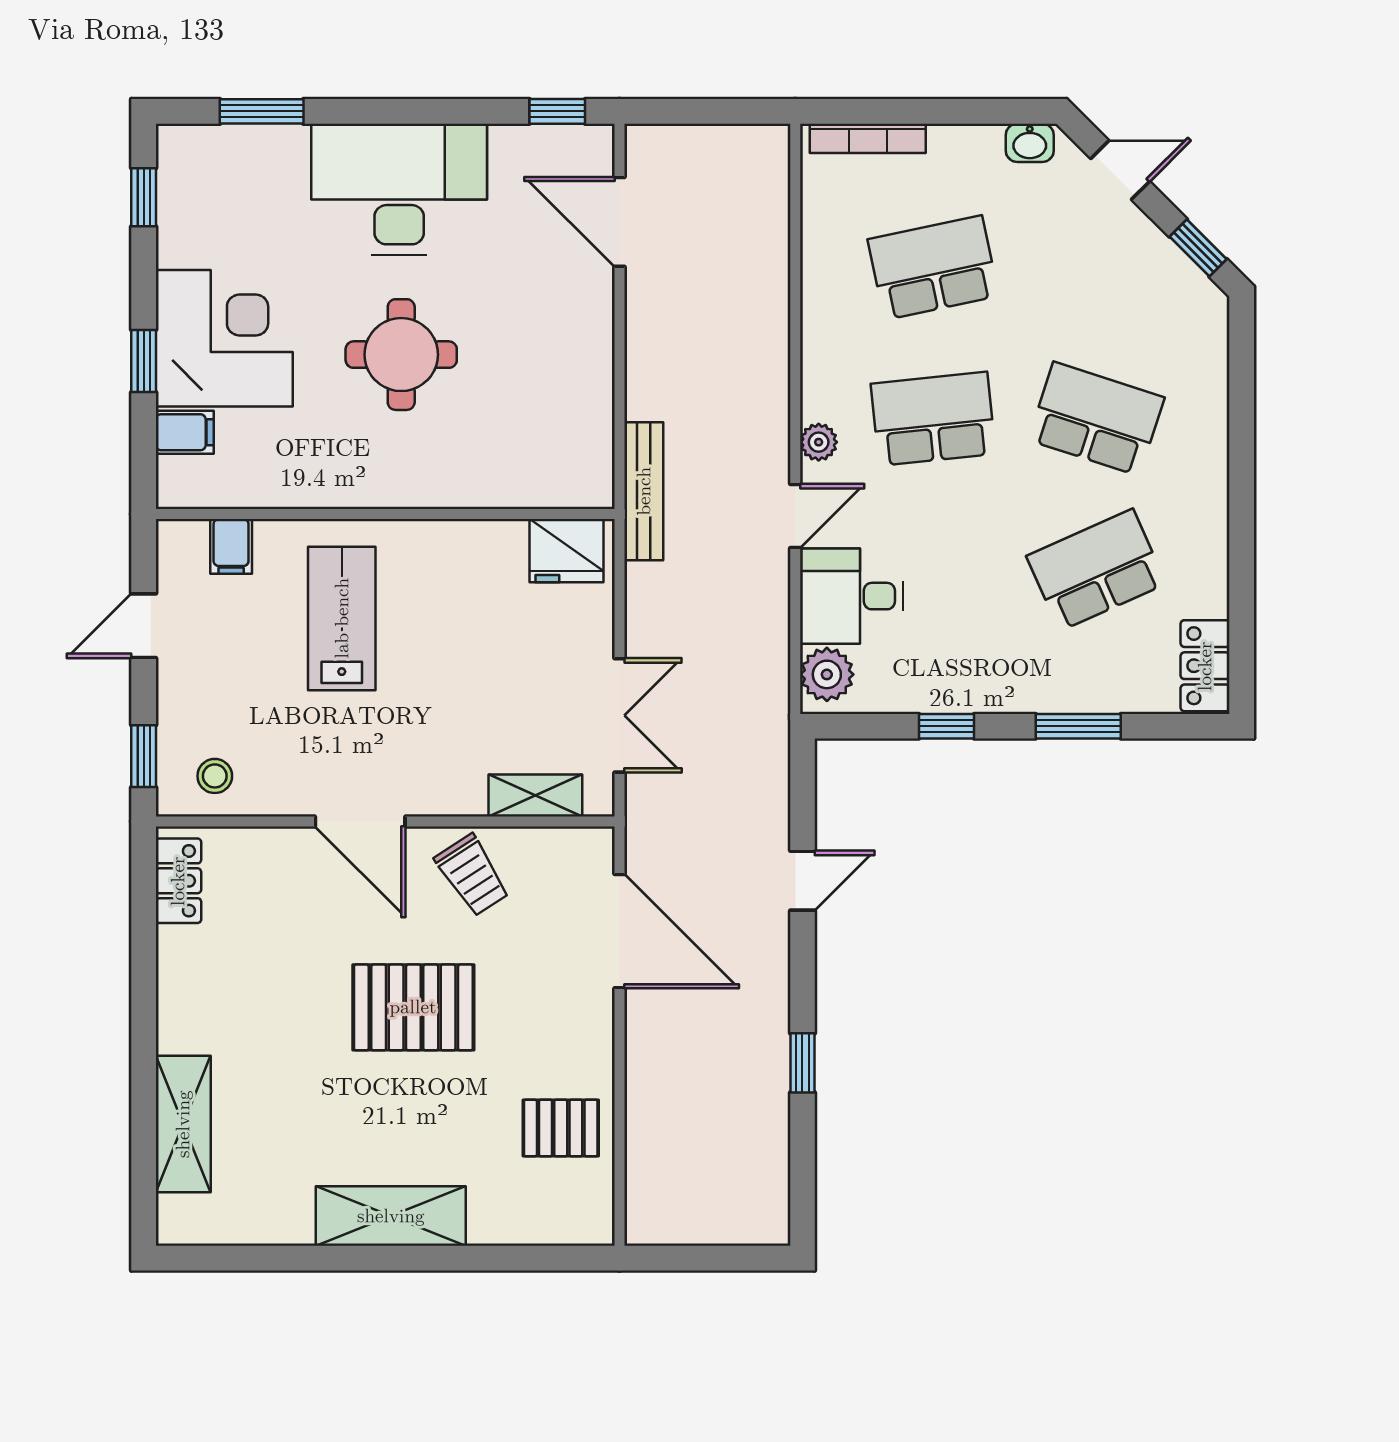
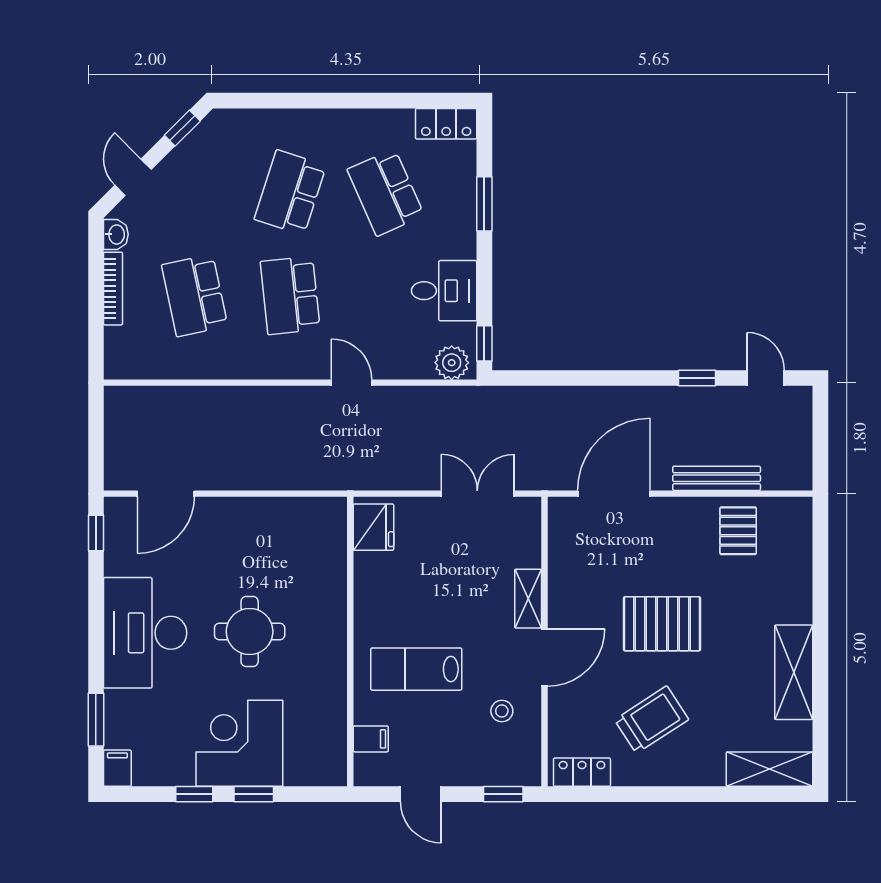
bookcase: (868, 138) -> (113, 289), moved
window: (144, 197) -> (194, 794), moved
filing cabinet: (185, 432) -> (117, 768), moved
plant: (819, 442) -> (305, 368), removed
bench: (644, 491) -> (717, 478), moved
desk: (852, 596) -> (444, 291), moved, turned -90
window: (947, 726) -> (484, 343), moved
stool: (215, 776) -> (502, 711), moved
shelving: (535, 795) -> (528, 599), moved
trolley: (472, 875) -> (652, 720), moved, width x1.36, depth x1.39
door: (802, 881) -> (766, 378), moved
pallet: (413, 1007) -> (662, 624), turned 90
shelving: (183, 1124) -> (769, 769), moved
shelving: (391, 1216) -> (794, 672), moved

